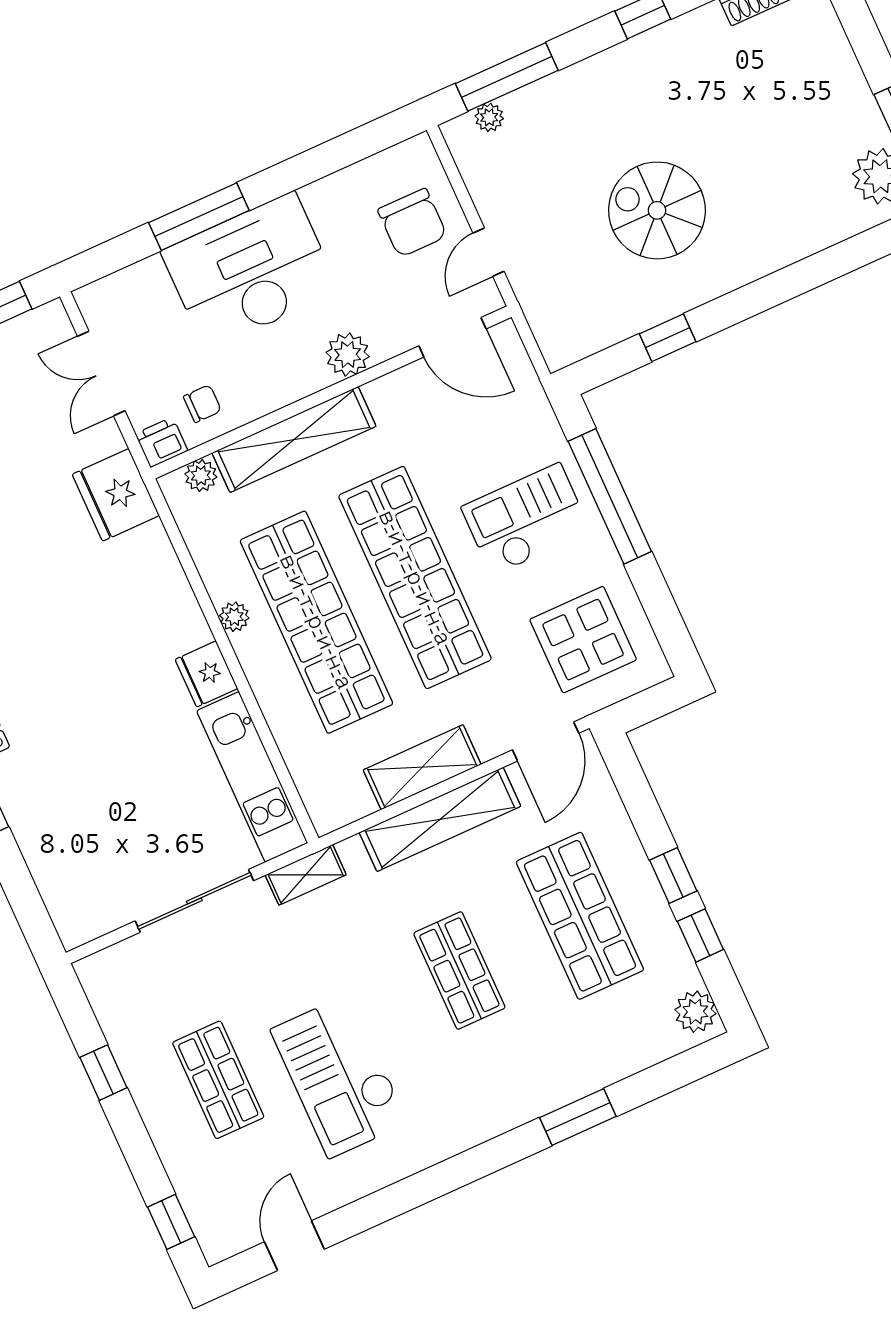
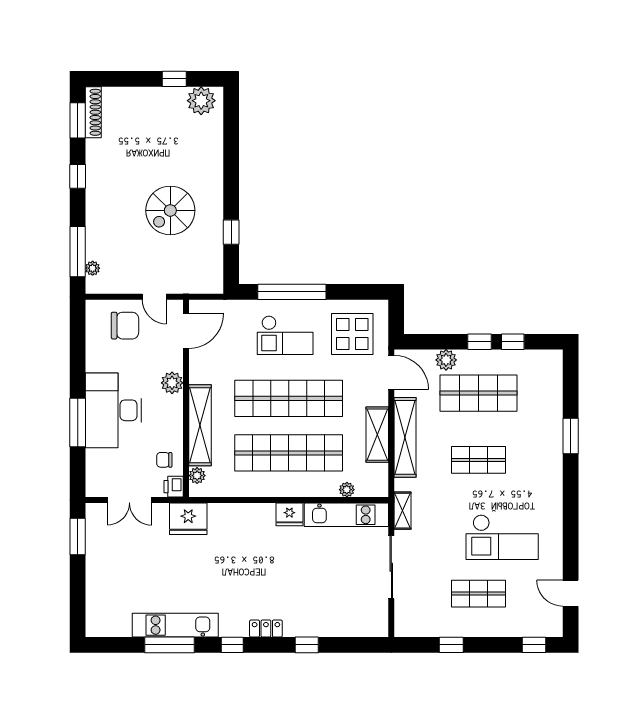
chair: (202, 404) -> (164, 460), turned -90
checkout: (526, 519) -> (285, 335), turned -90
plant: (234, 617) -> (347, 490), moved
plant: (695, 1012) -> (446, 360), moved

